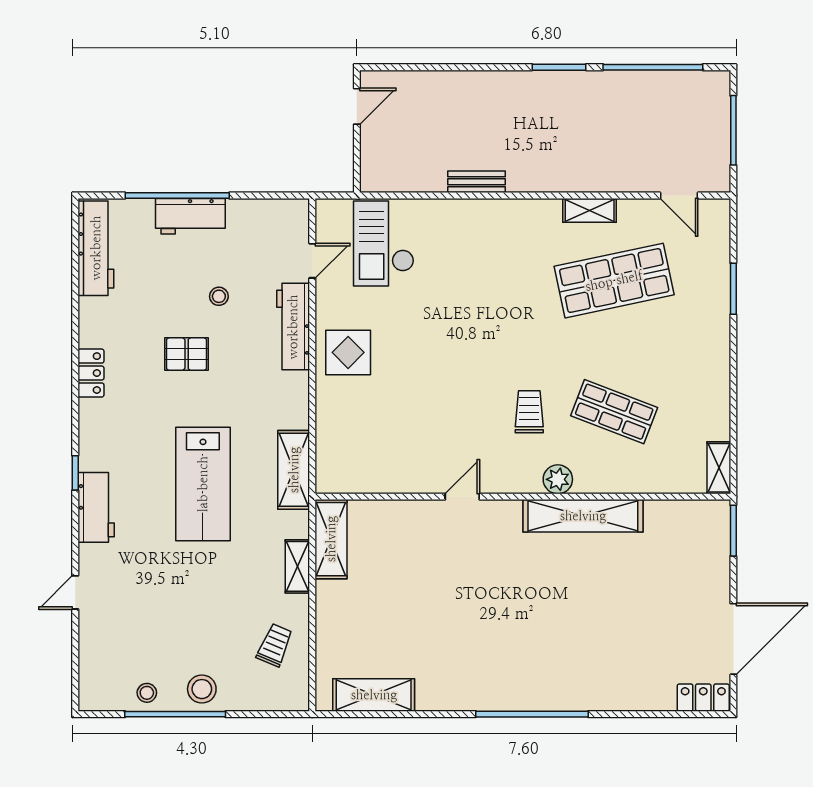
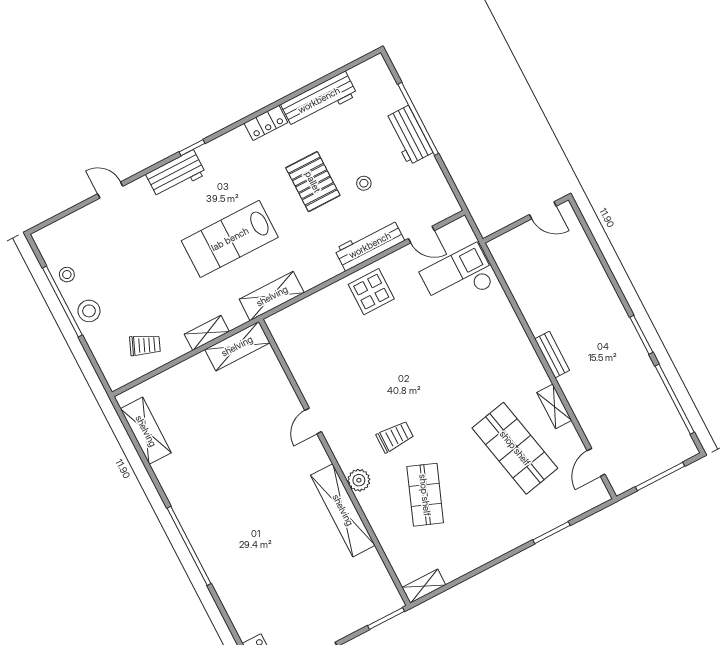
bench: (477, 182) -> (552, 355), moved
workbench: (96, 248) -> (319, 100), moved
pallet: (187, 354) -> (313, 182), width x1.50, depth x1.42
door: (462, 497) -> (313, 421), swing flipped

